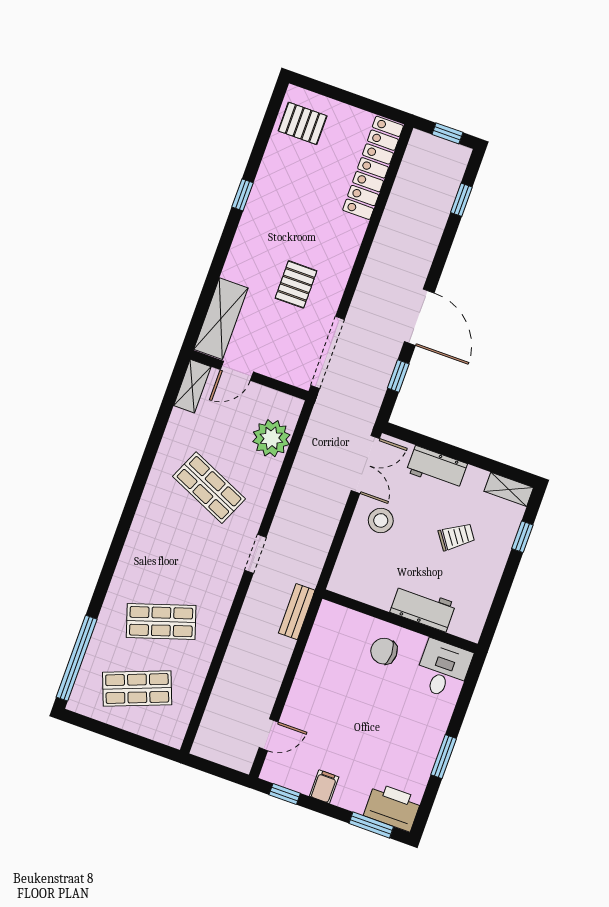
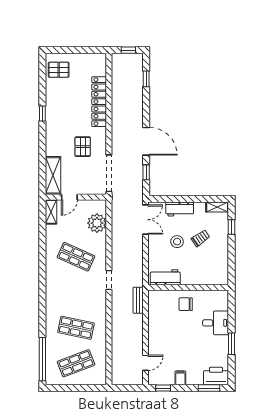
locker: (373, 168) -> (99, 102), moved
stool: (381, 520) -> (177, 242), moved
workbench: (423, 608) -> (165, 277), moved
shop shelf: (161, 622) -> (76, 328), turned 30
desk: (443, 669) -> (216, 323), moved, turned 90

